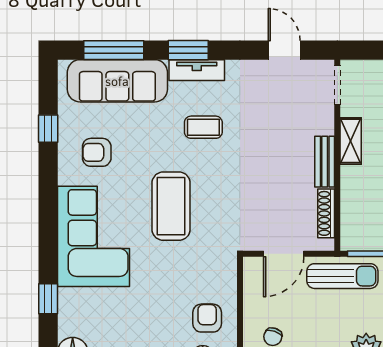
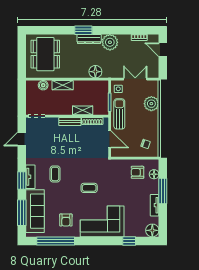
window: (48, 129) -> (56, 241), width x3.17
shelving: (351, 141) -> (83, 110), moved
coffee table: (171, 206) -> (89, 188), width x0.54, depth x0.58

